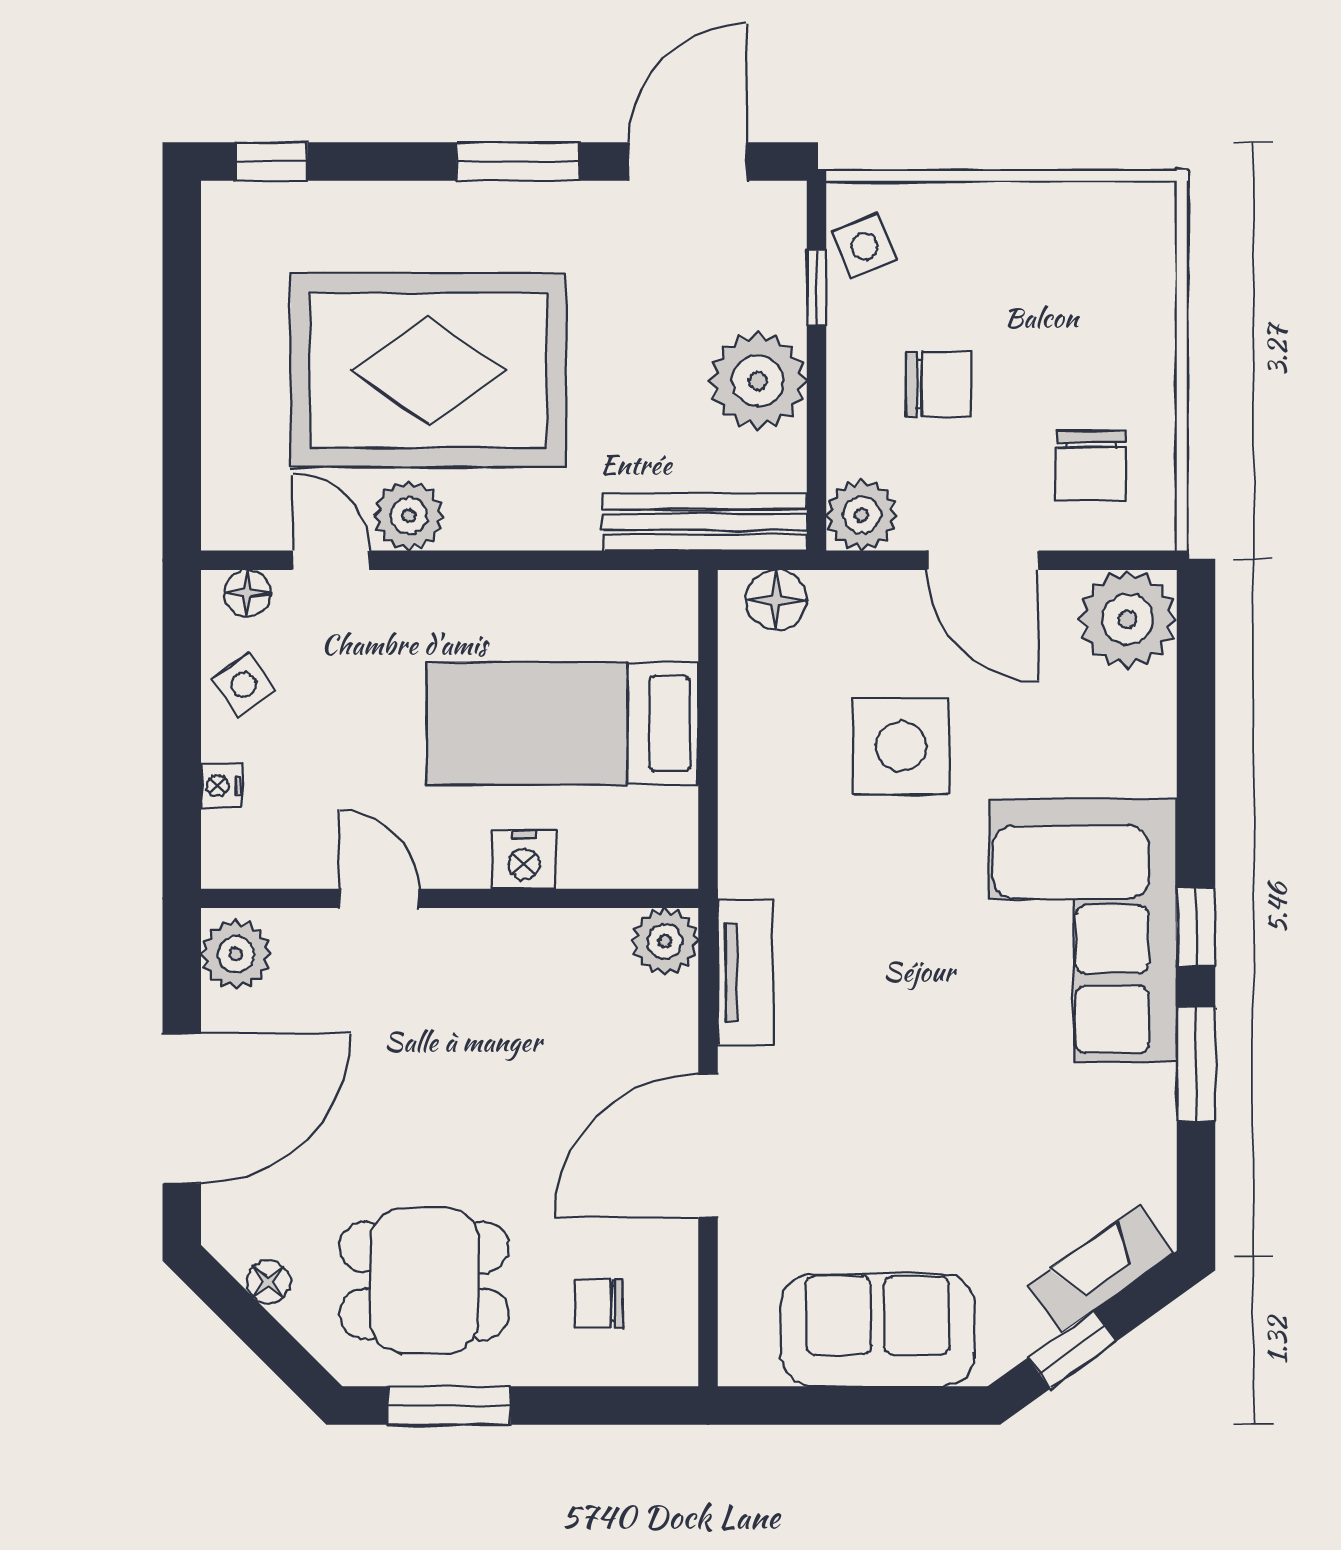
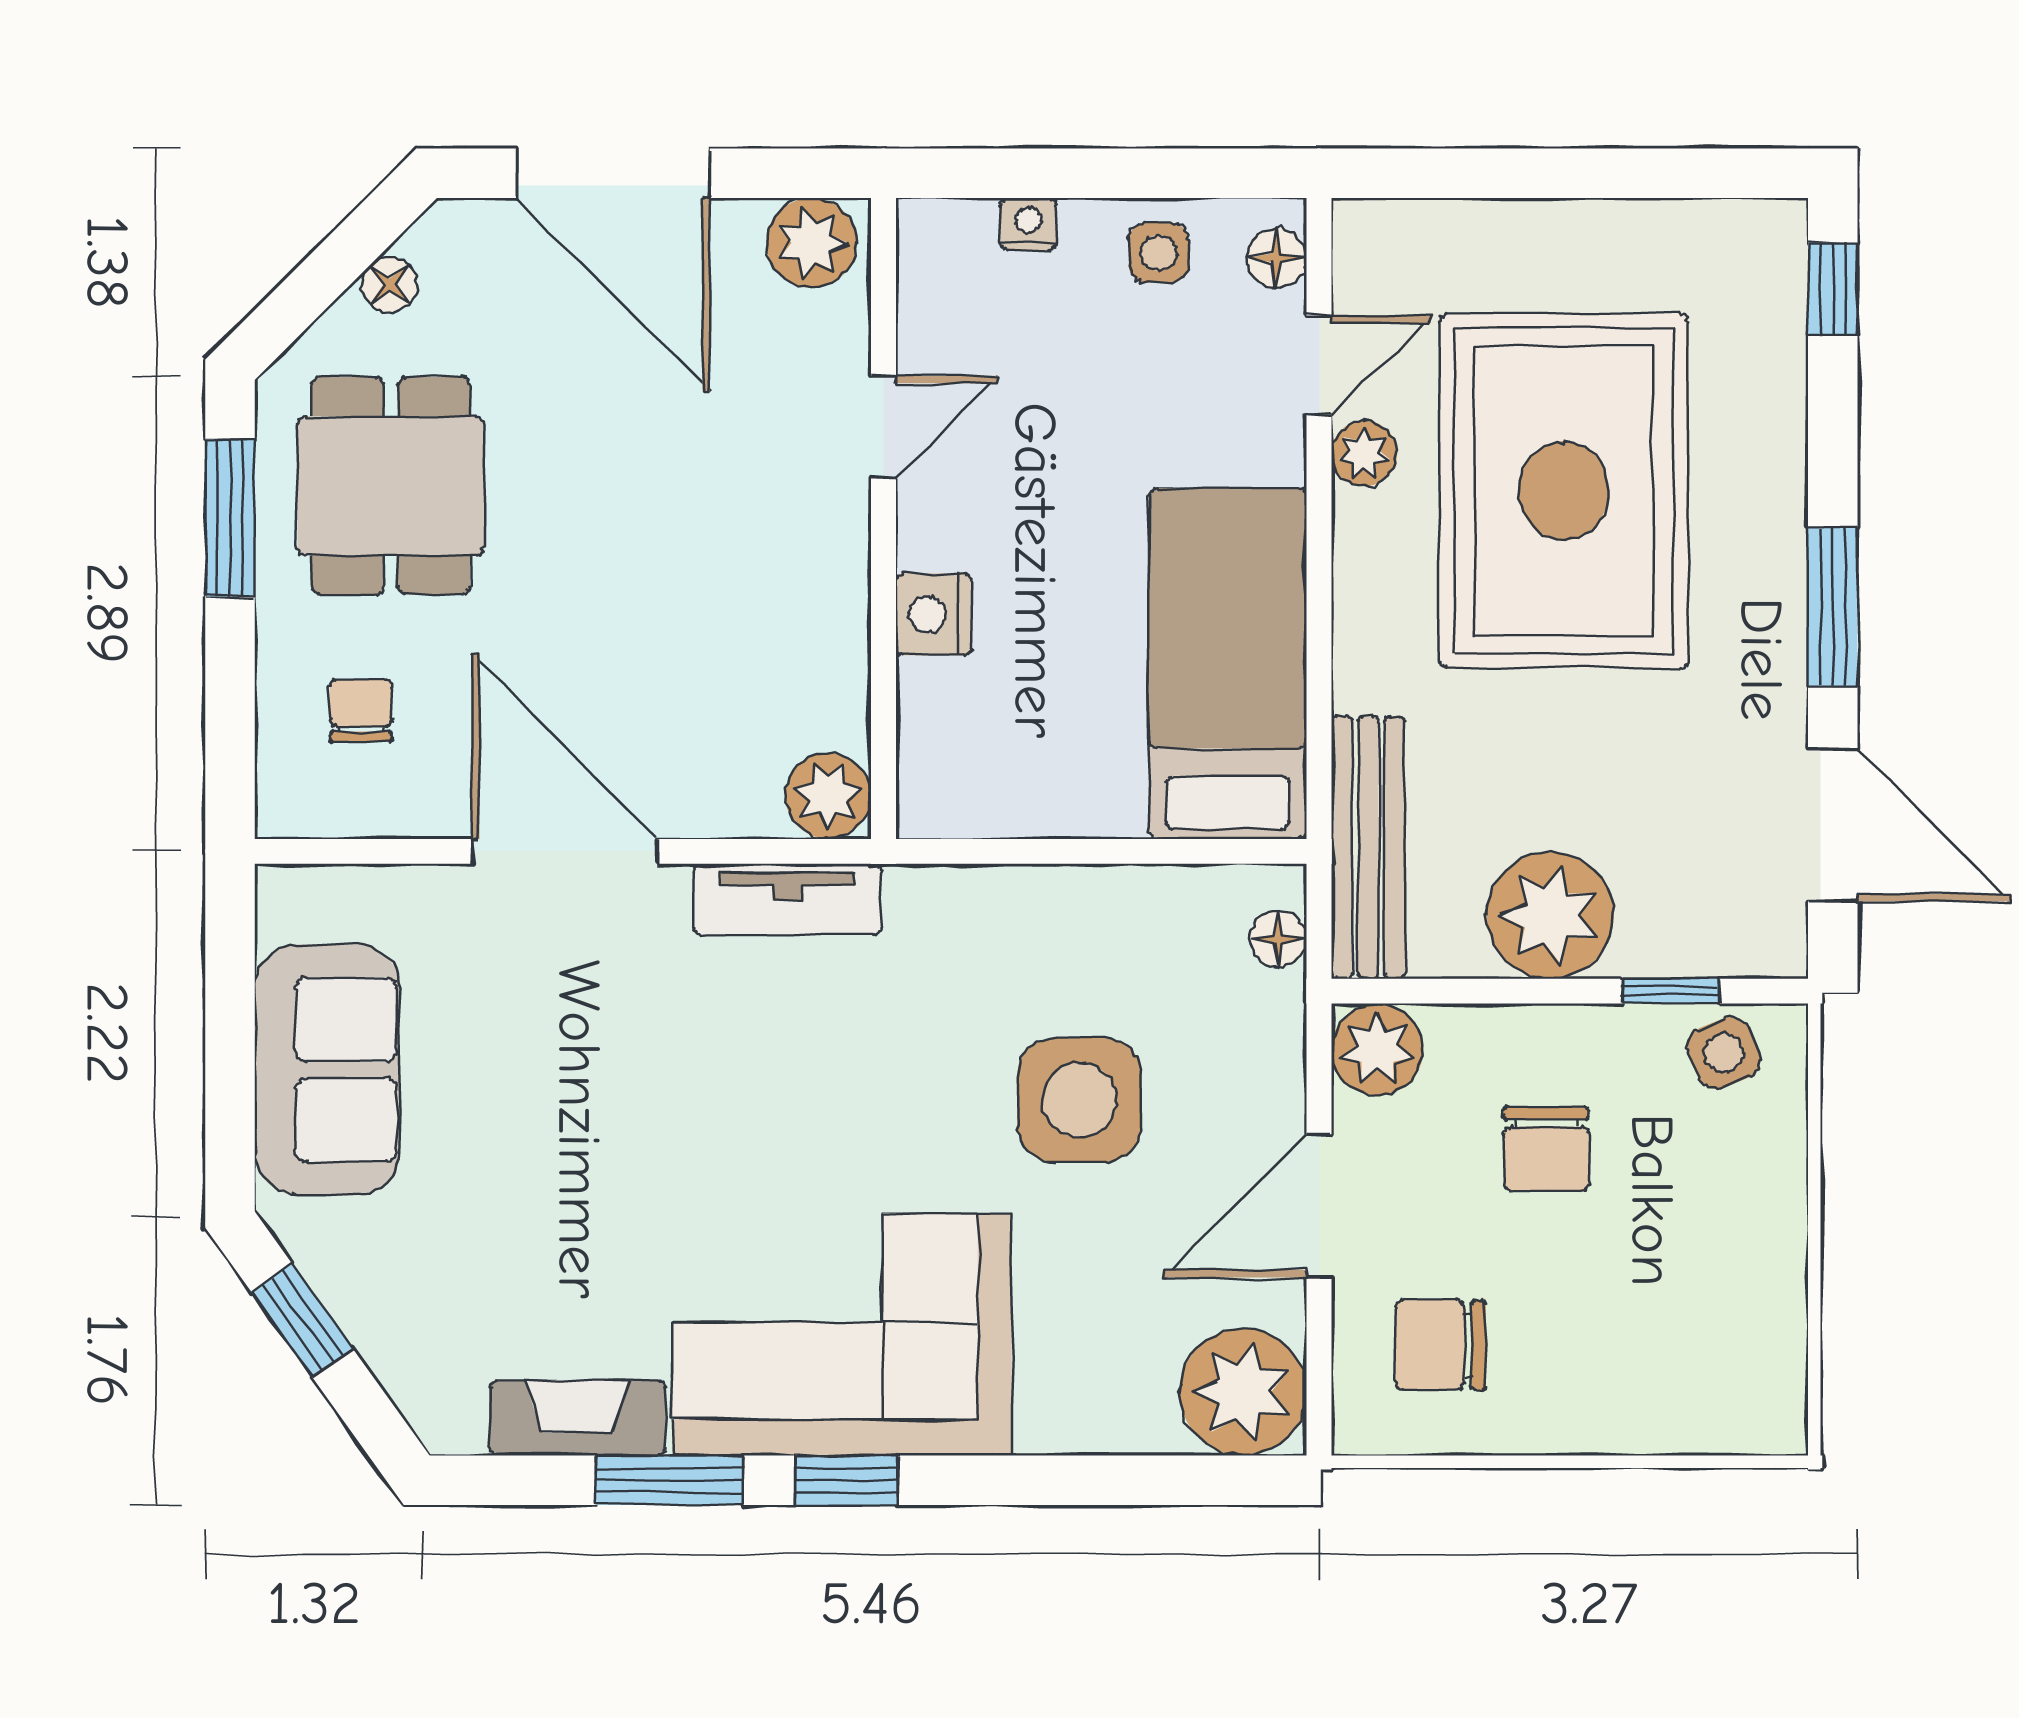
plant: (409, 516) -> (1364, 453), width x0.73, depth x0.73
floor lamp: (776, 600) -> (1278, 939), width x0.73, depth x0.73
side table: (244, 685) -> (1159, 253), turned 35
bed: (562, 723) -> (1228, 664), moved
fireplace: (1100, 1270) -> (577, 1418), moved, turned -54

